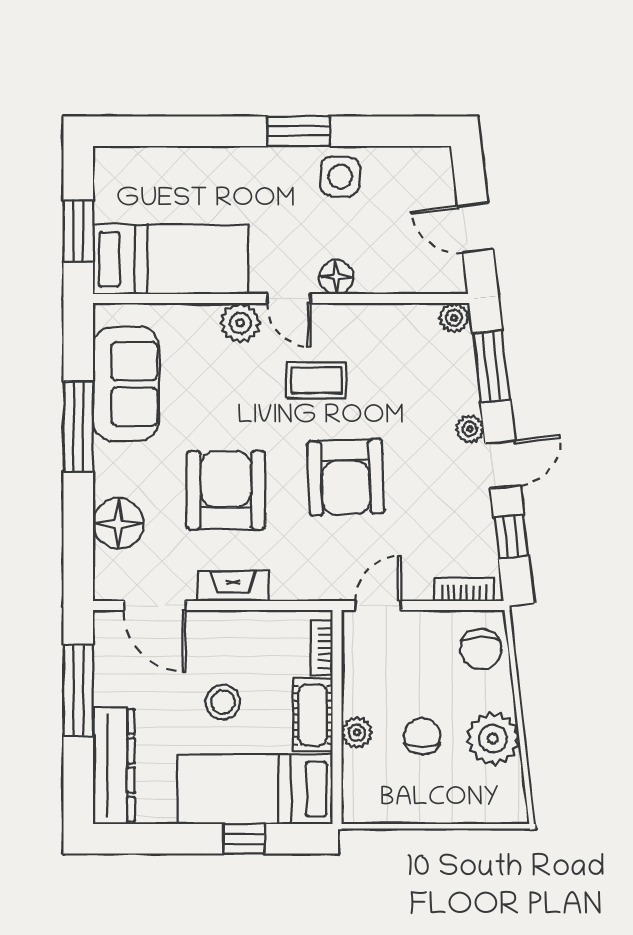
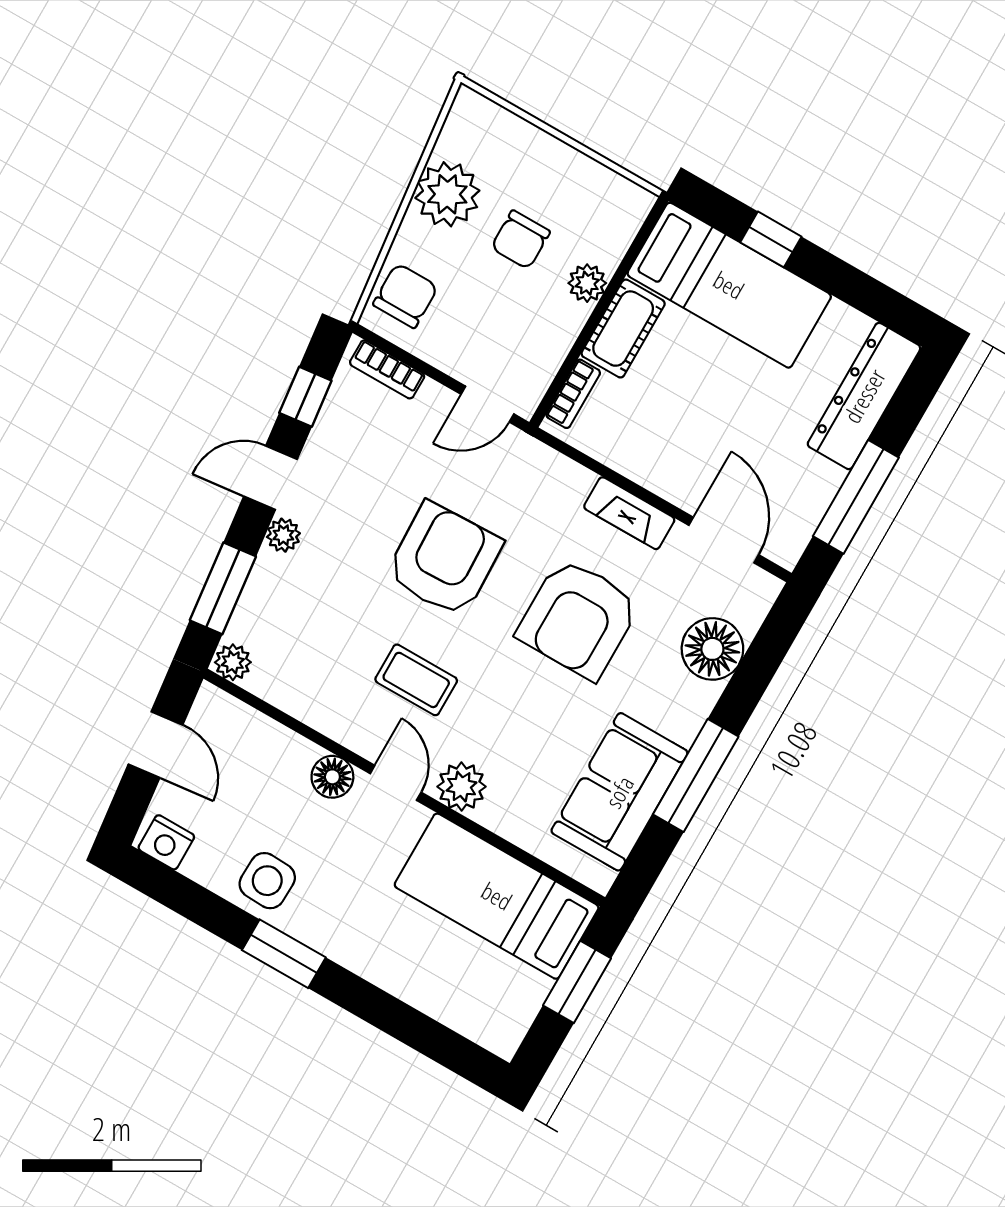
nightstand: (428, 163) -> (166, 842), added
stool: (223, 702) -> (710, 397), removed

